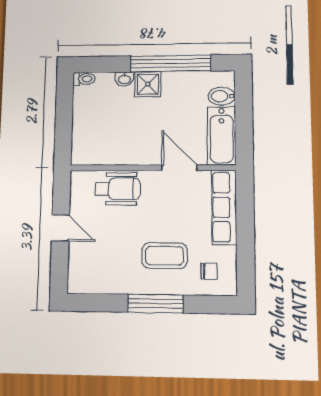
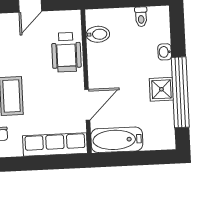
toilet: (84, 79) -> (141, 17), moved
shower: (148, 84) -> (161, 89), moved
bidet: (222, 96) -> (98, 34), moved, turned 90

